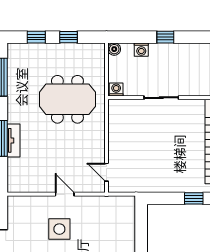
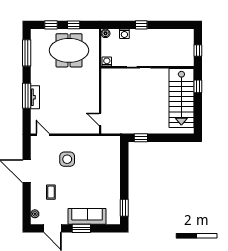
meeting table: (67, 99) -> (69, 50), moved
door: (65, 194) -> (43, 135), moved
window: (194, 198) -> (141, 138), moved

